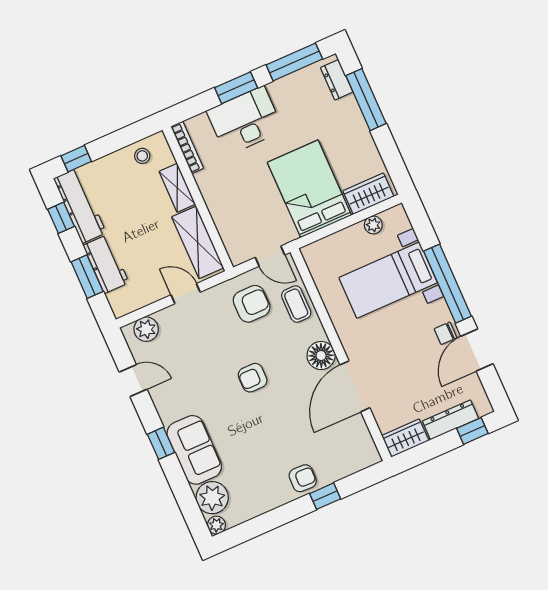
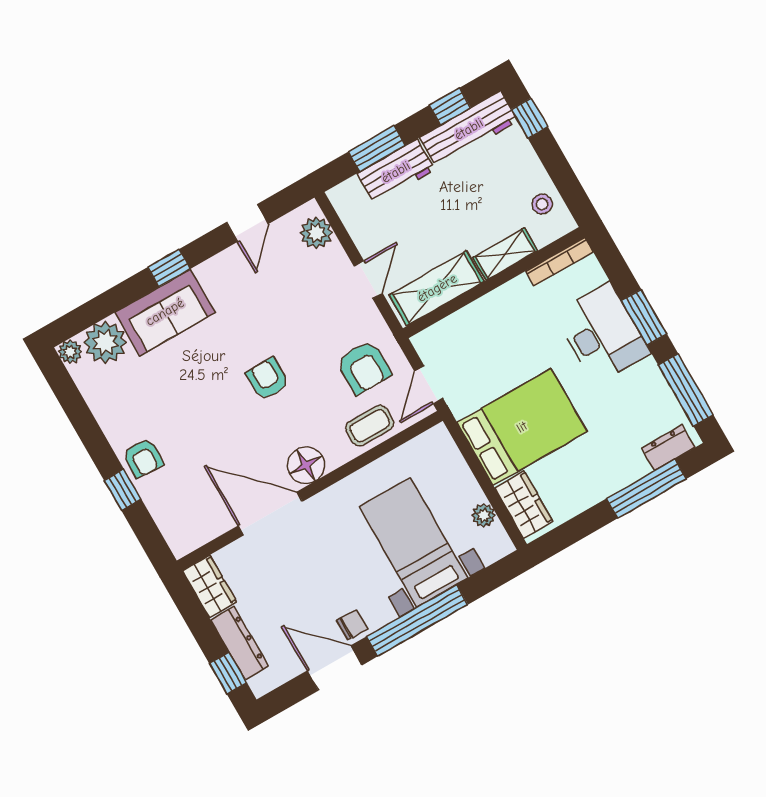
chair: (445, 333) -> (352, 625), turned 90

